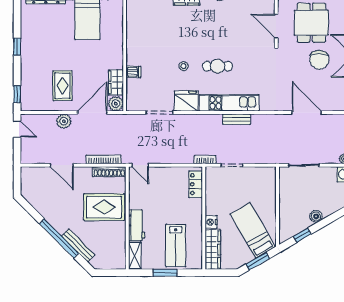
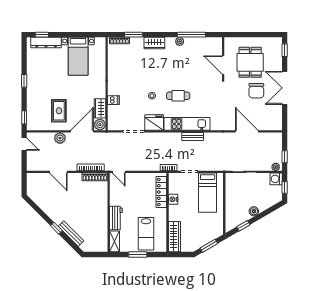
locker: (196, 184) -> (161, 192), width x1.53
rug: (104, 207) -> (91, 204), removed
nightstand: (211, 222) -> (173, 199), moved
bed: (253, 230) -> (208, 193), moved, turned -150
window: (59, 238) -> (56, 228), width x0.32

